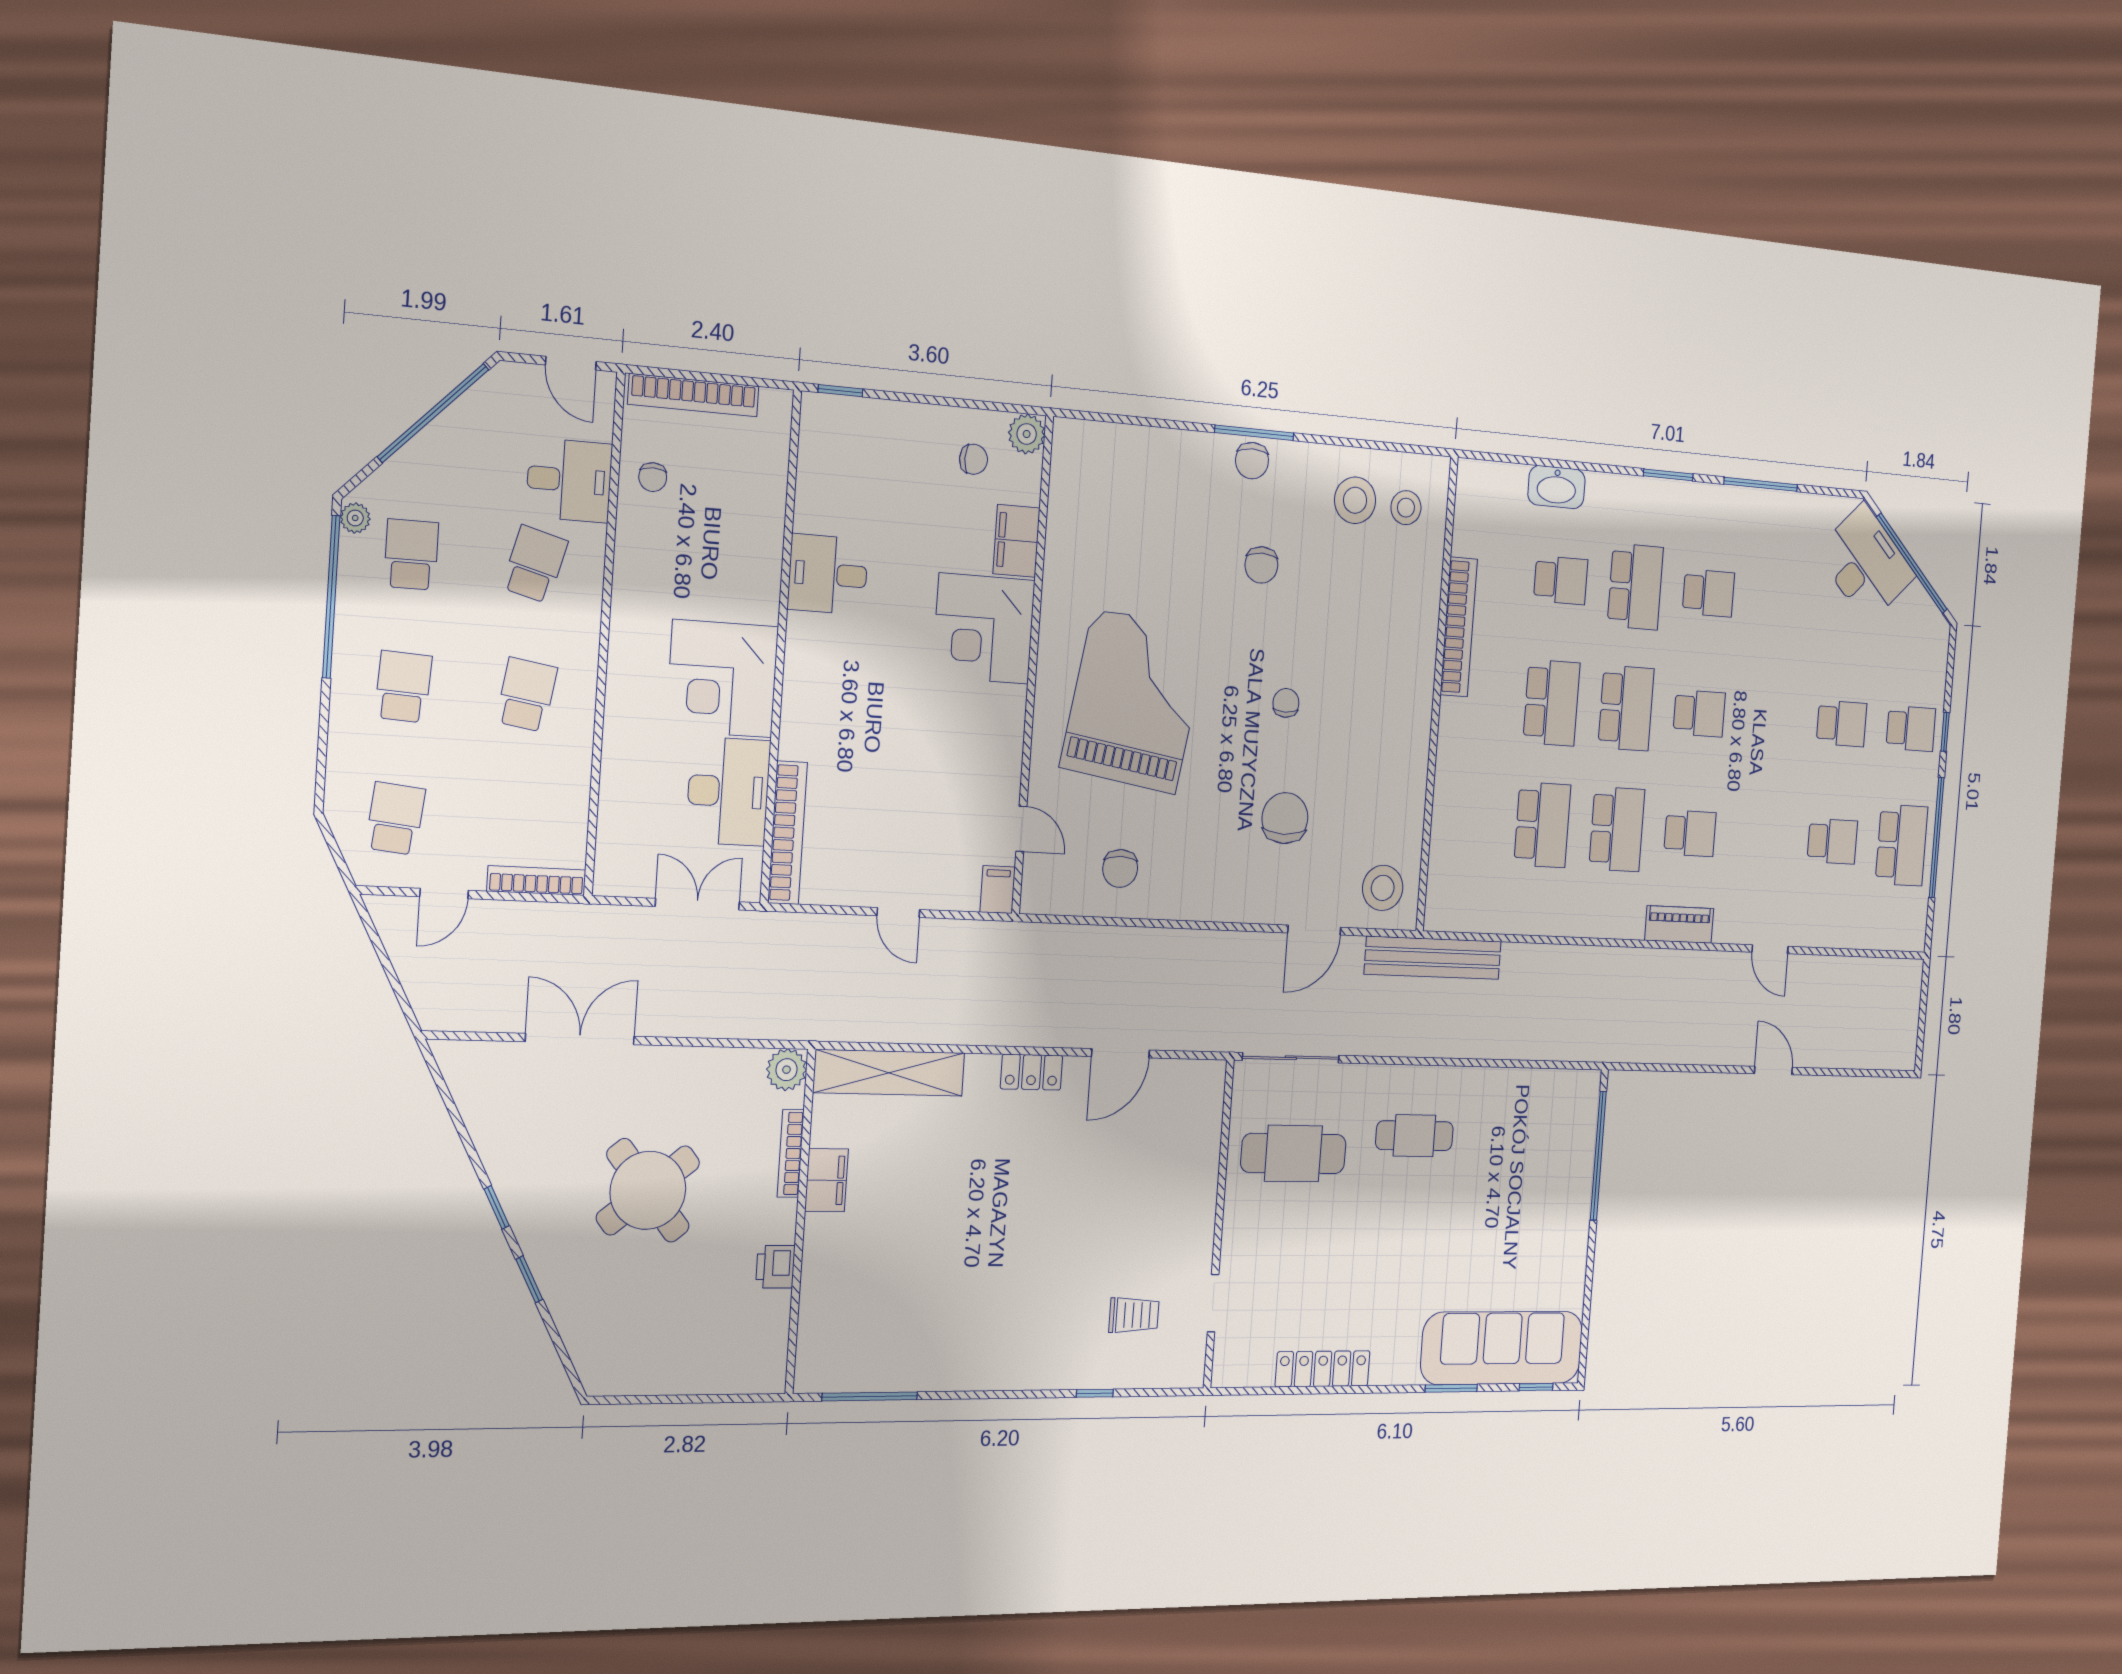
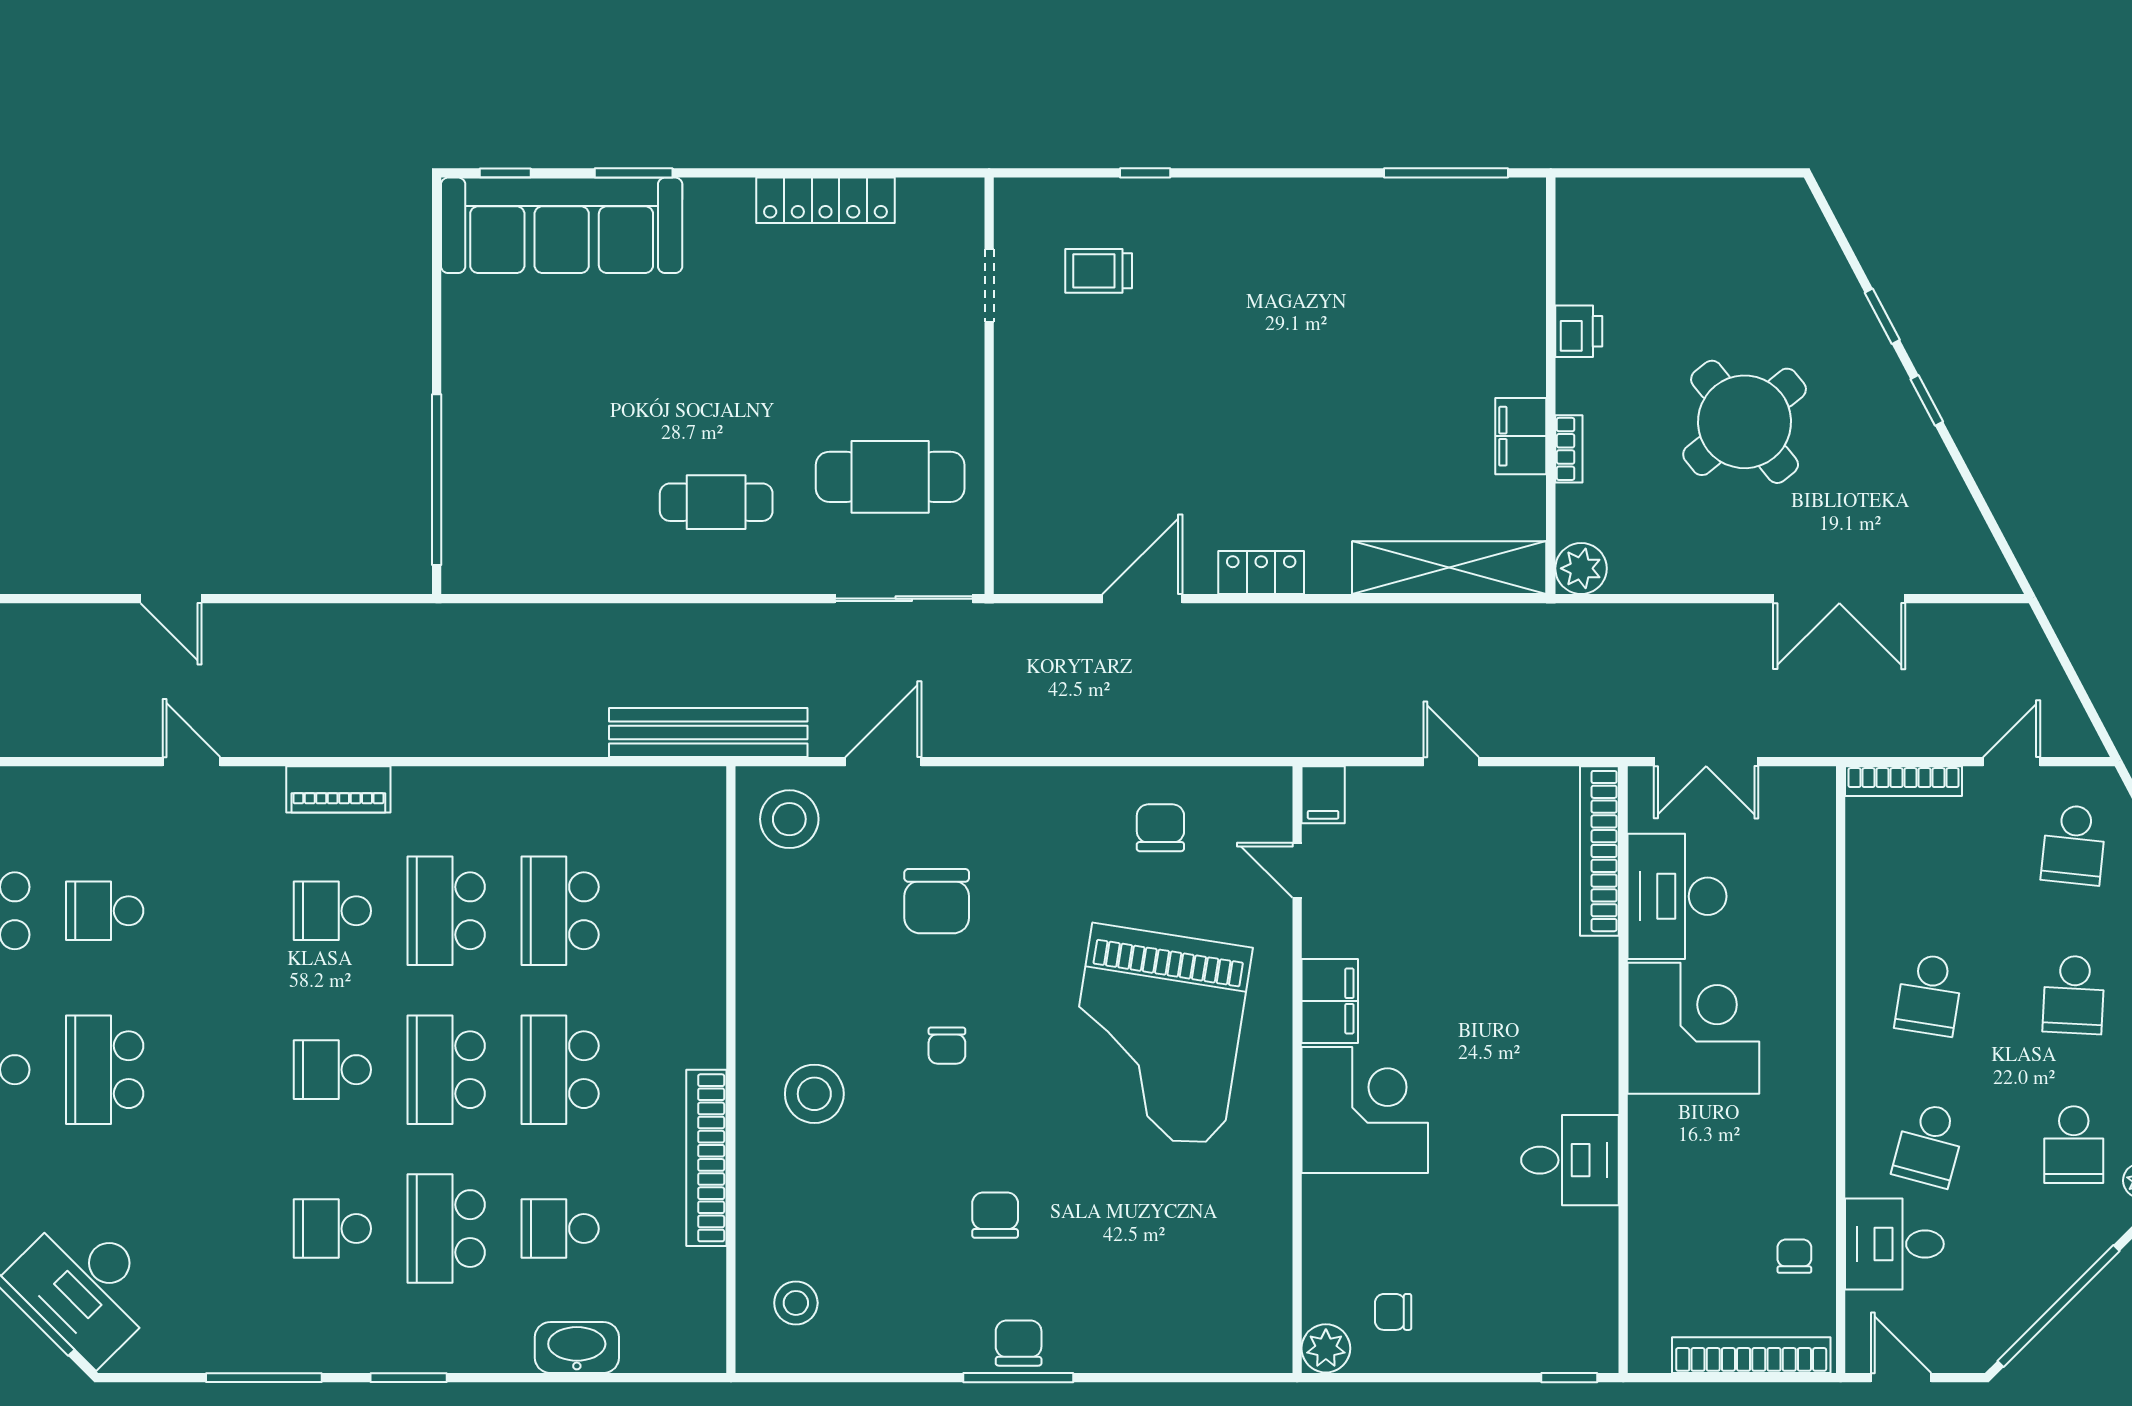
stool: (1355, 500) -> (814, 1094), moved
filing cabinet: (1016, 541) -> (1330, 1001), moved
school desk: (1842, 724) -> (105, 1070), width x1.85
bookcase: (791, 1153) -> (1569, 449), width x0.64

